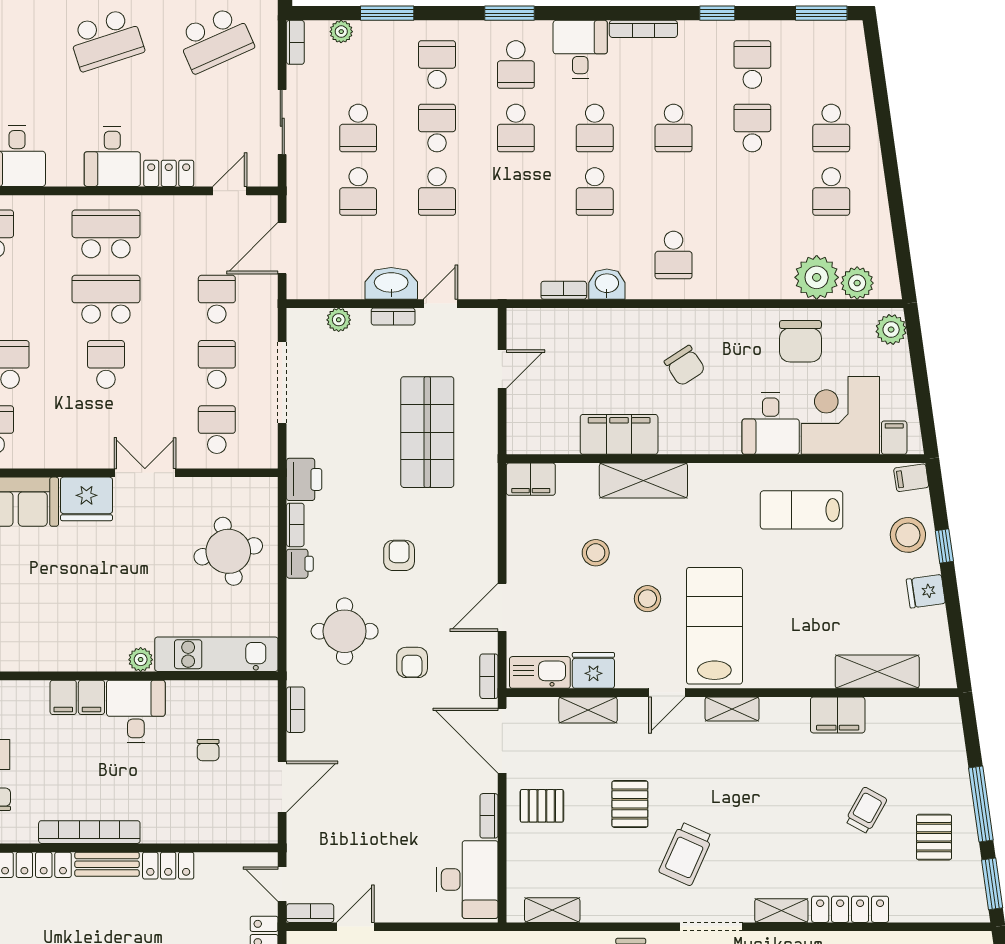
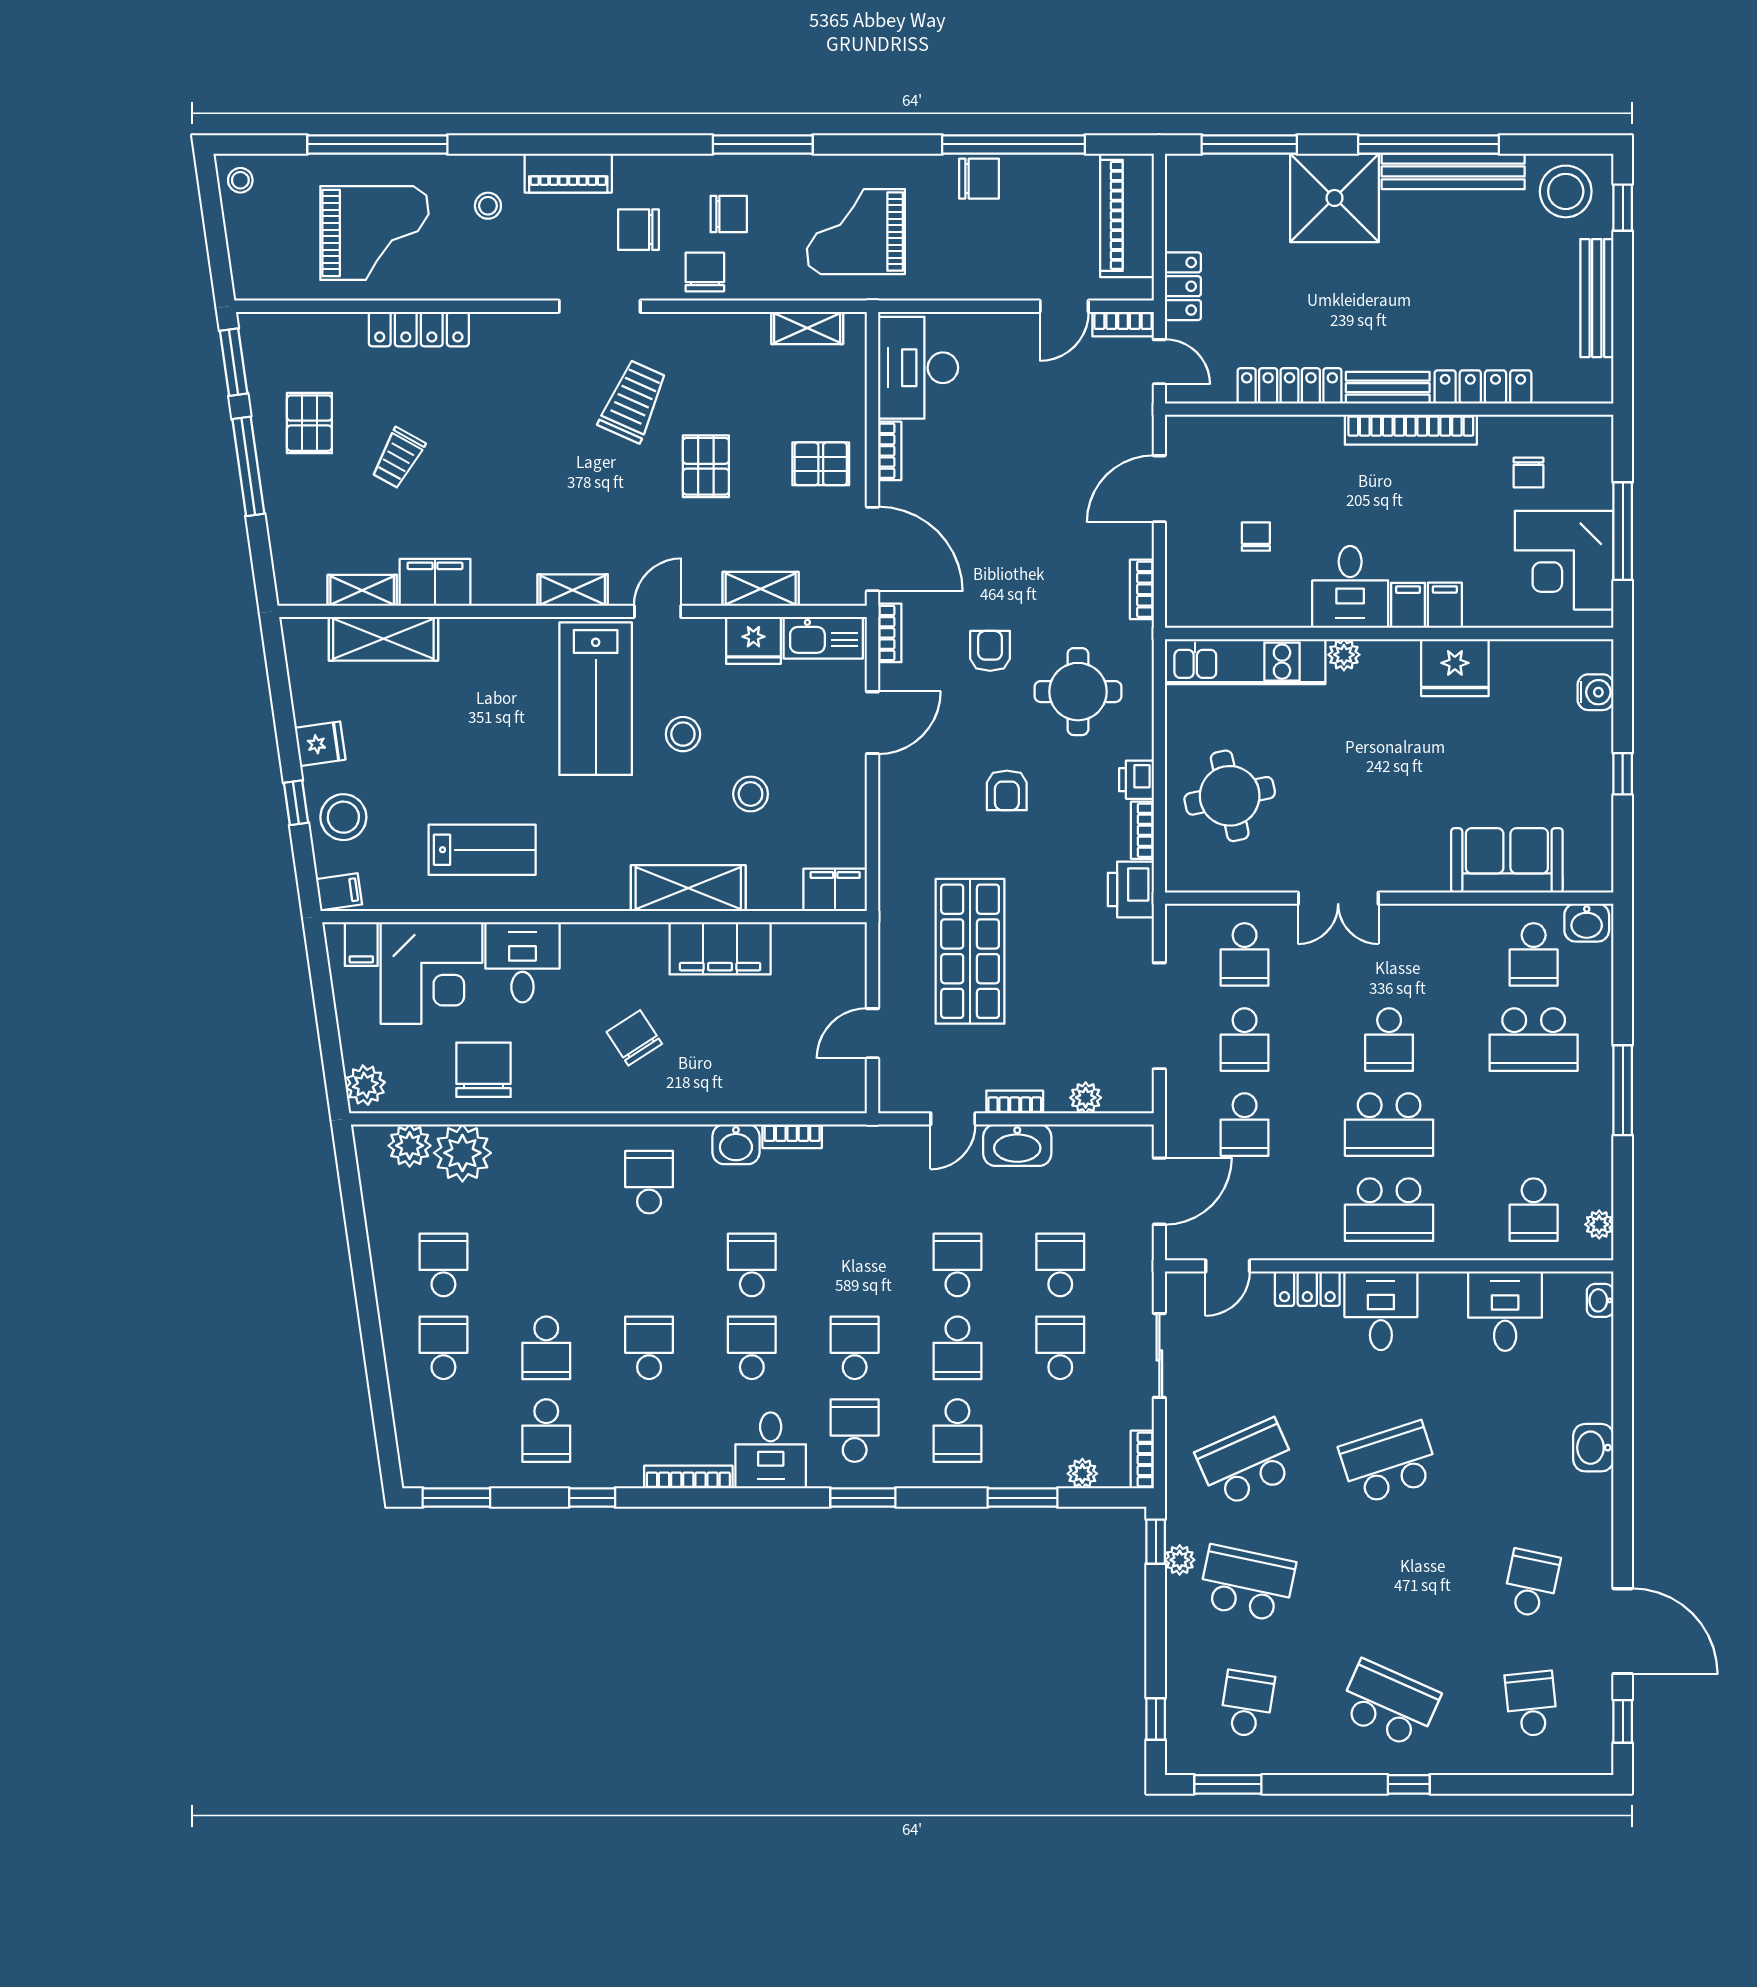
fridge: (86, 499) -> (1455, 668), moved, turned 180
locker: (168, 866) -> (1289, 386), width x1.53
shelving: (781, 911) -> (362, 590), moved

